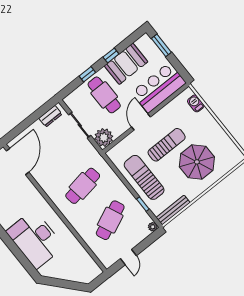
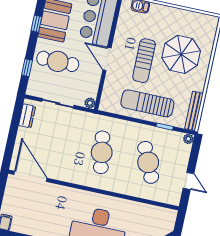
window: (87, 74) -> (27, 68), moved
plant: (104, 138) -> (90, 103), width x0.53, depth x0.53
sun lounger: (167, 145) -> (144, 61), turned 180

